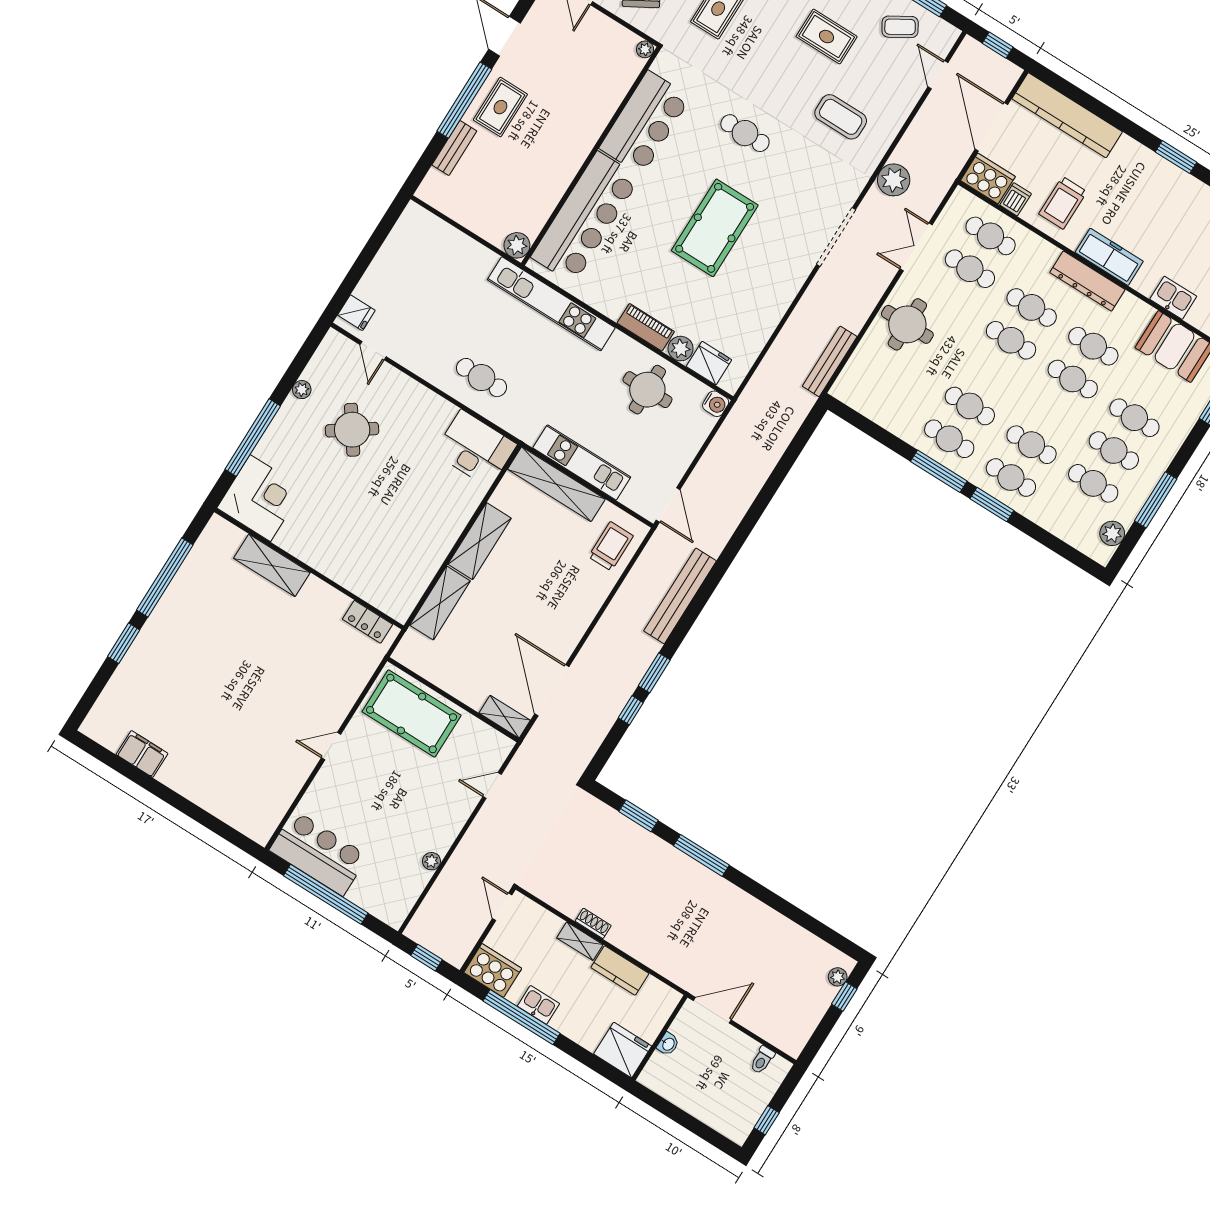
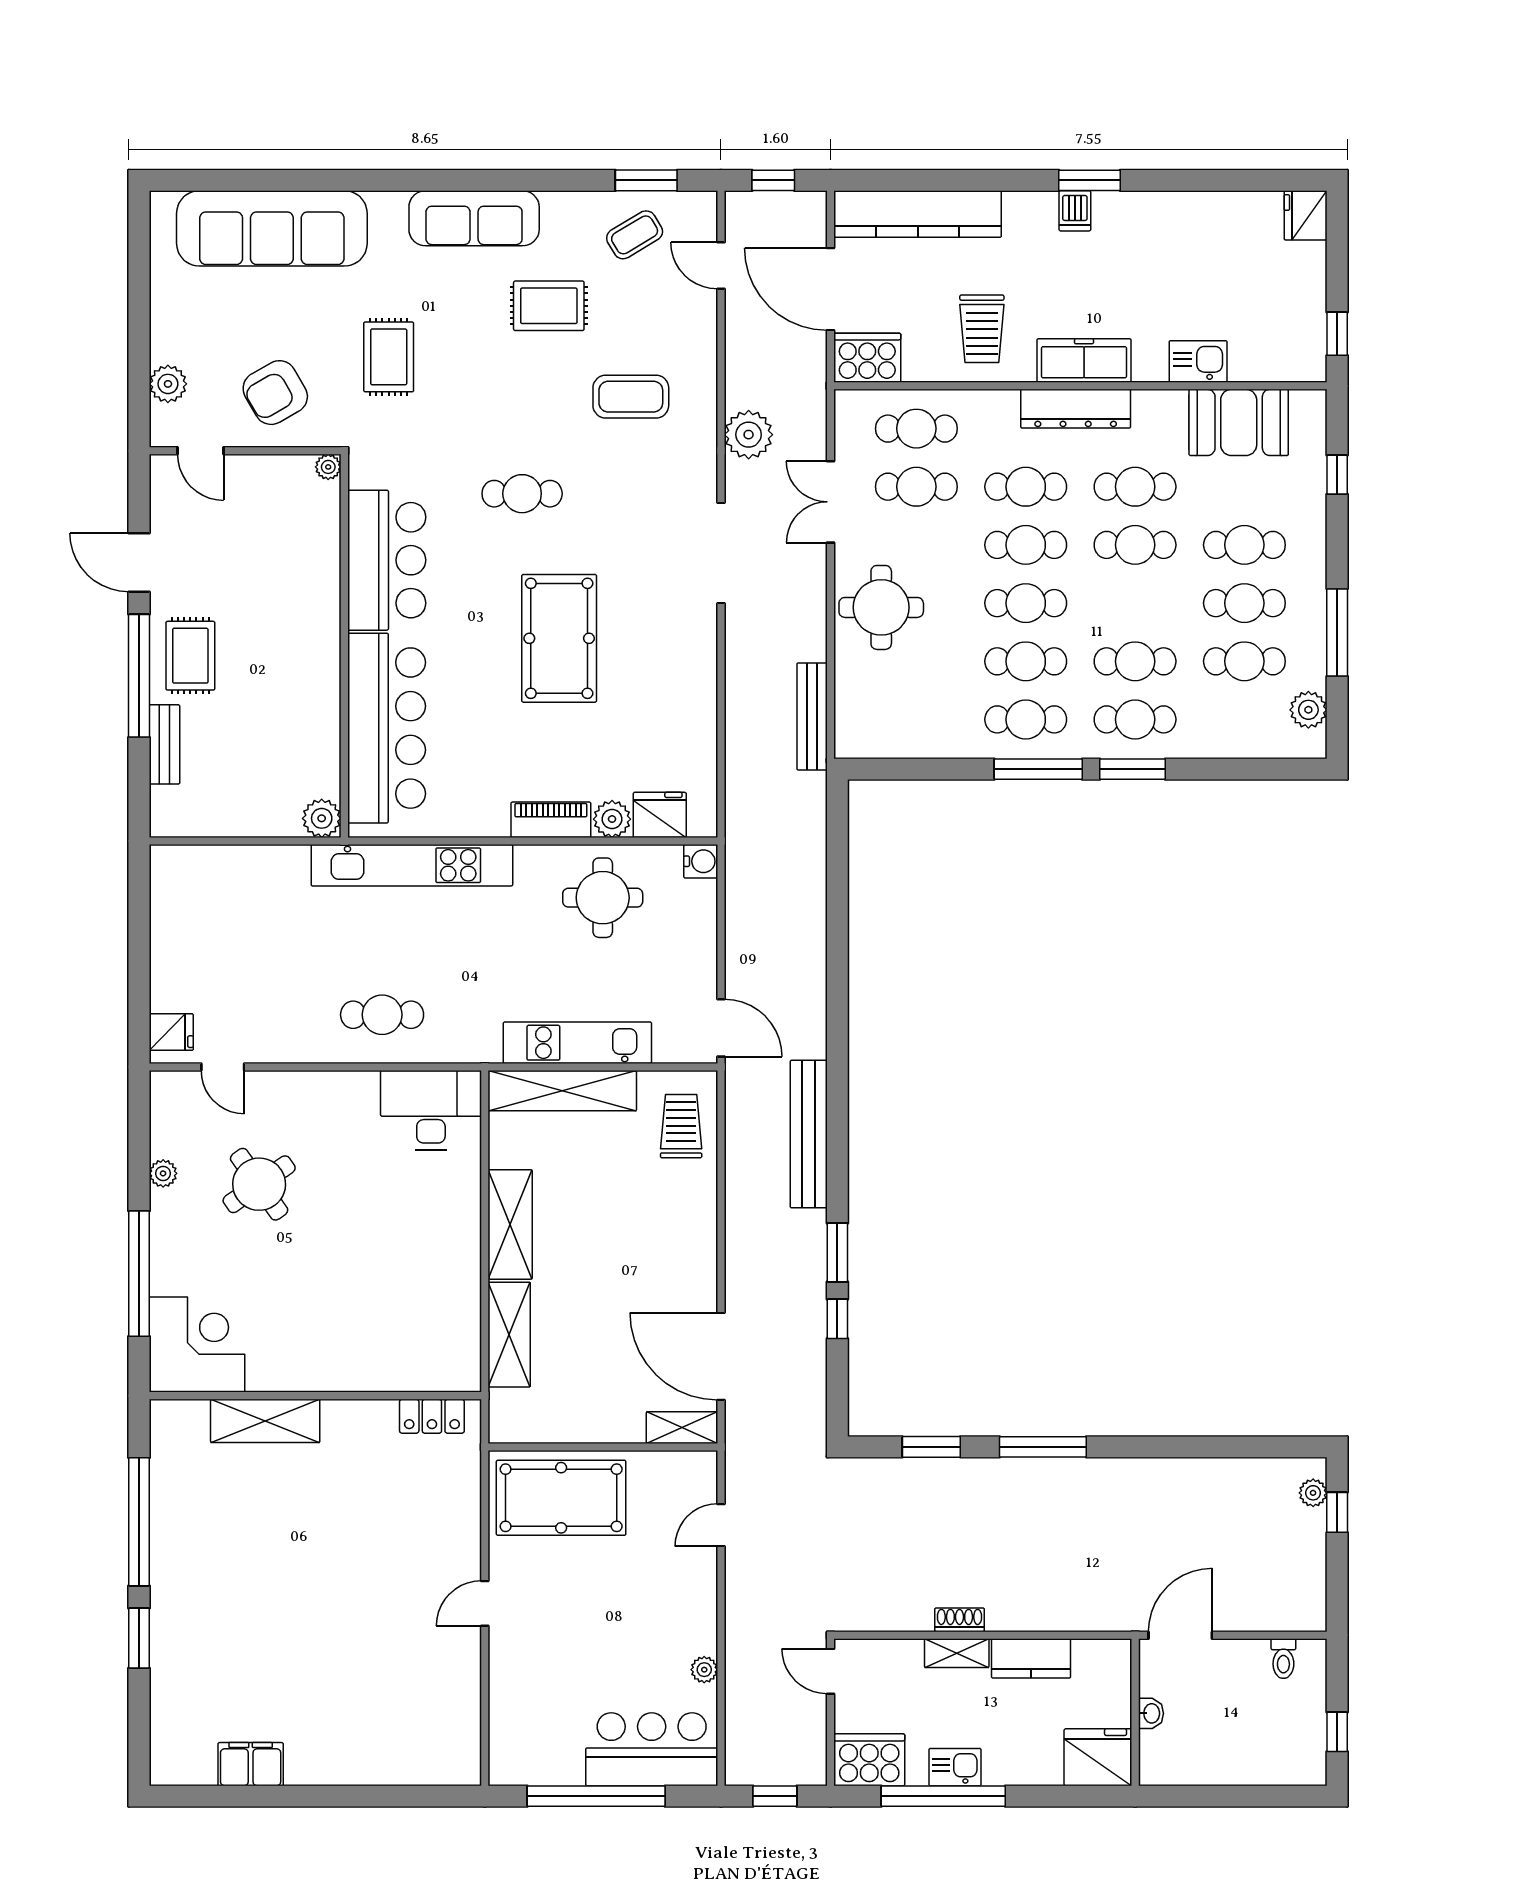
dishwasher: (1016, 199) -> (1075, 211), moved, turned 180
cafe table: (990, 373) -> (1026, 603), added
bar counter: (319, 853) -> (652, 1749), moved

